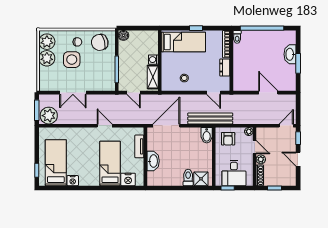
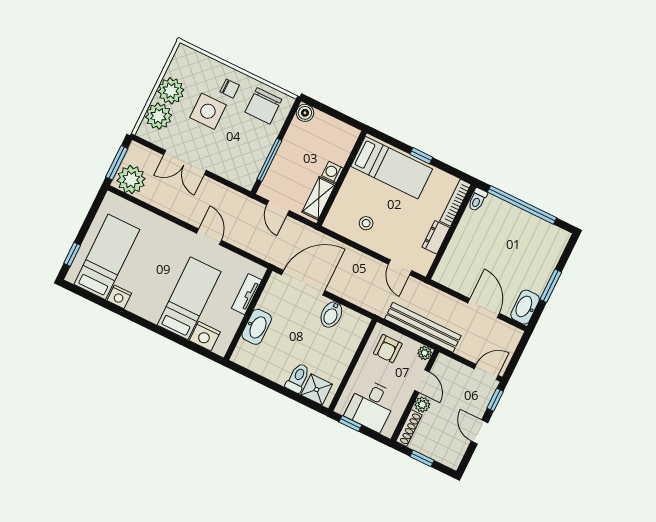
plant: (47, 42) -> (159, 116), moved
chair: (100, 42) -> (263, 106), turned -75
washbasin: (290, 54) -> (525, 307), moved
bench: (210, 118) -> (423, 327), moved
bidet: (207, 135) -> (331, 315), moved

